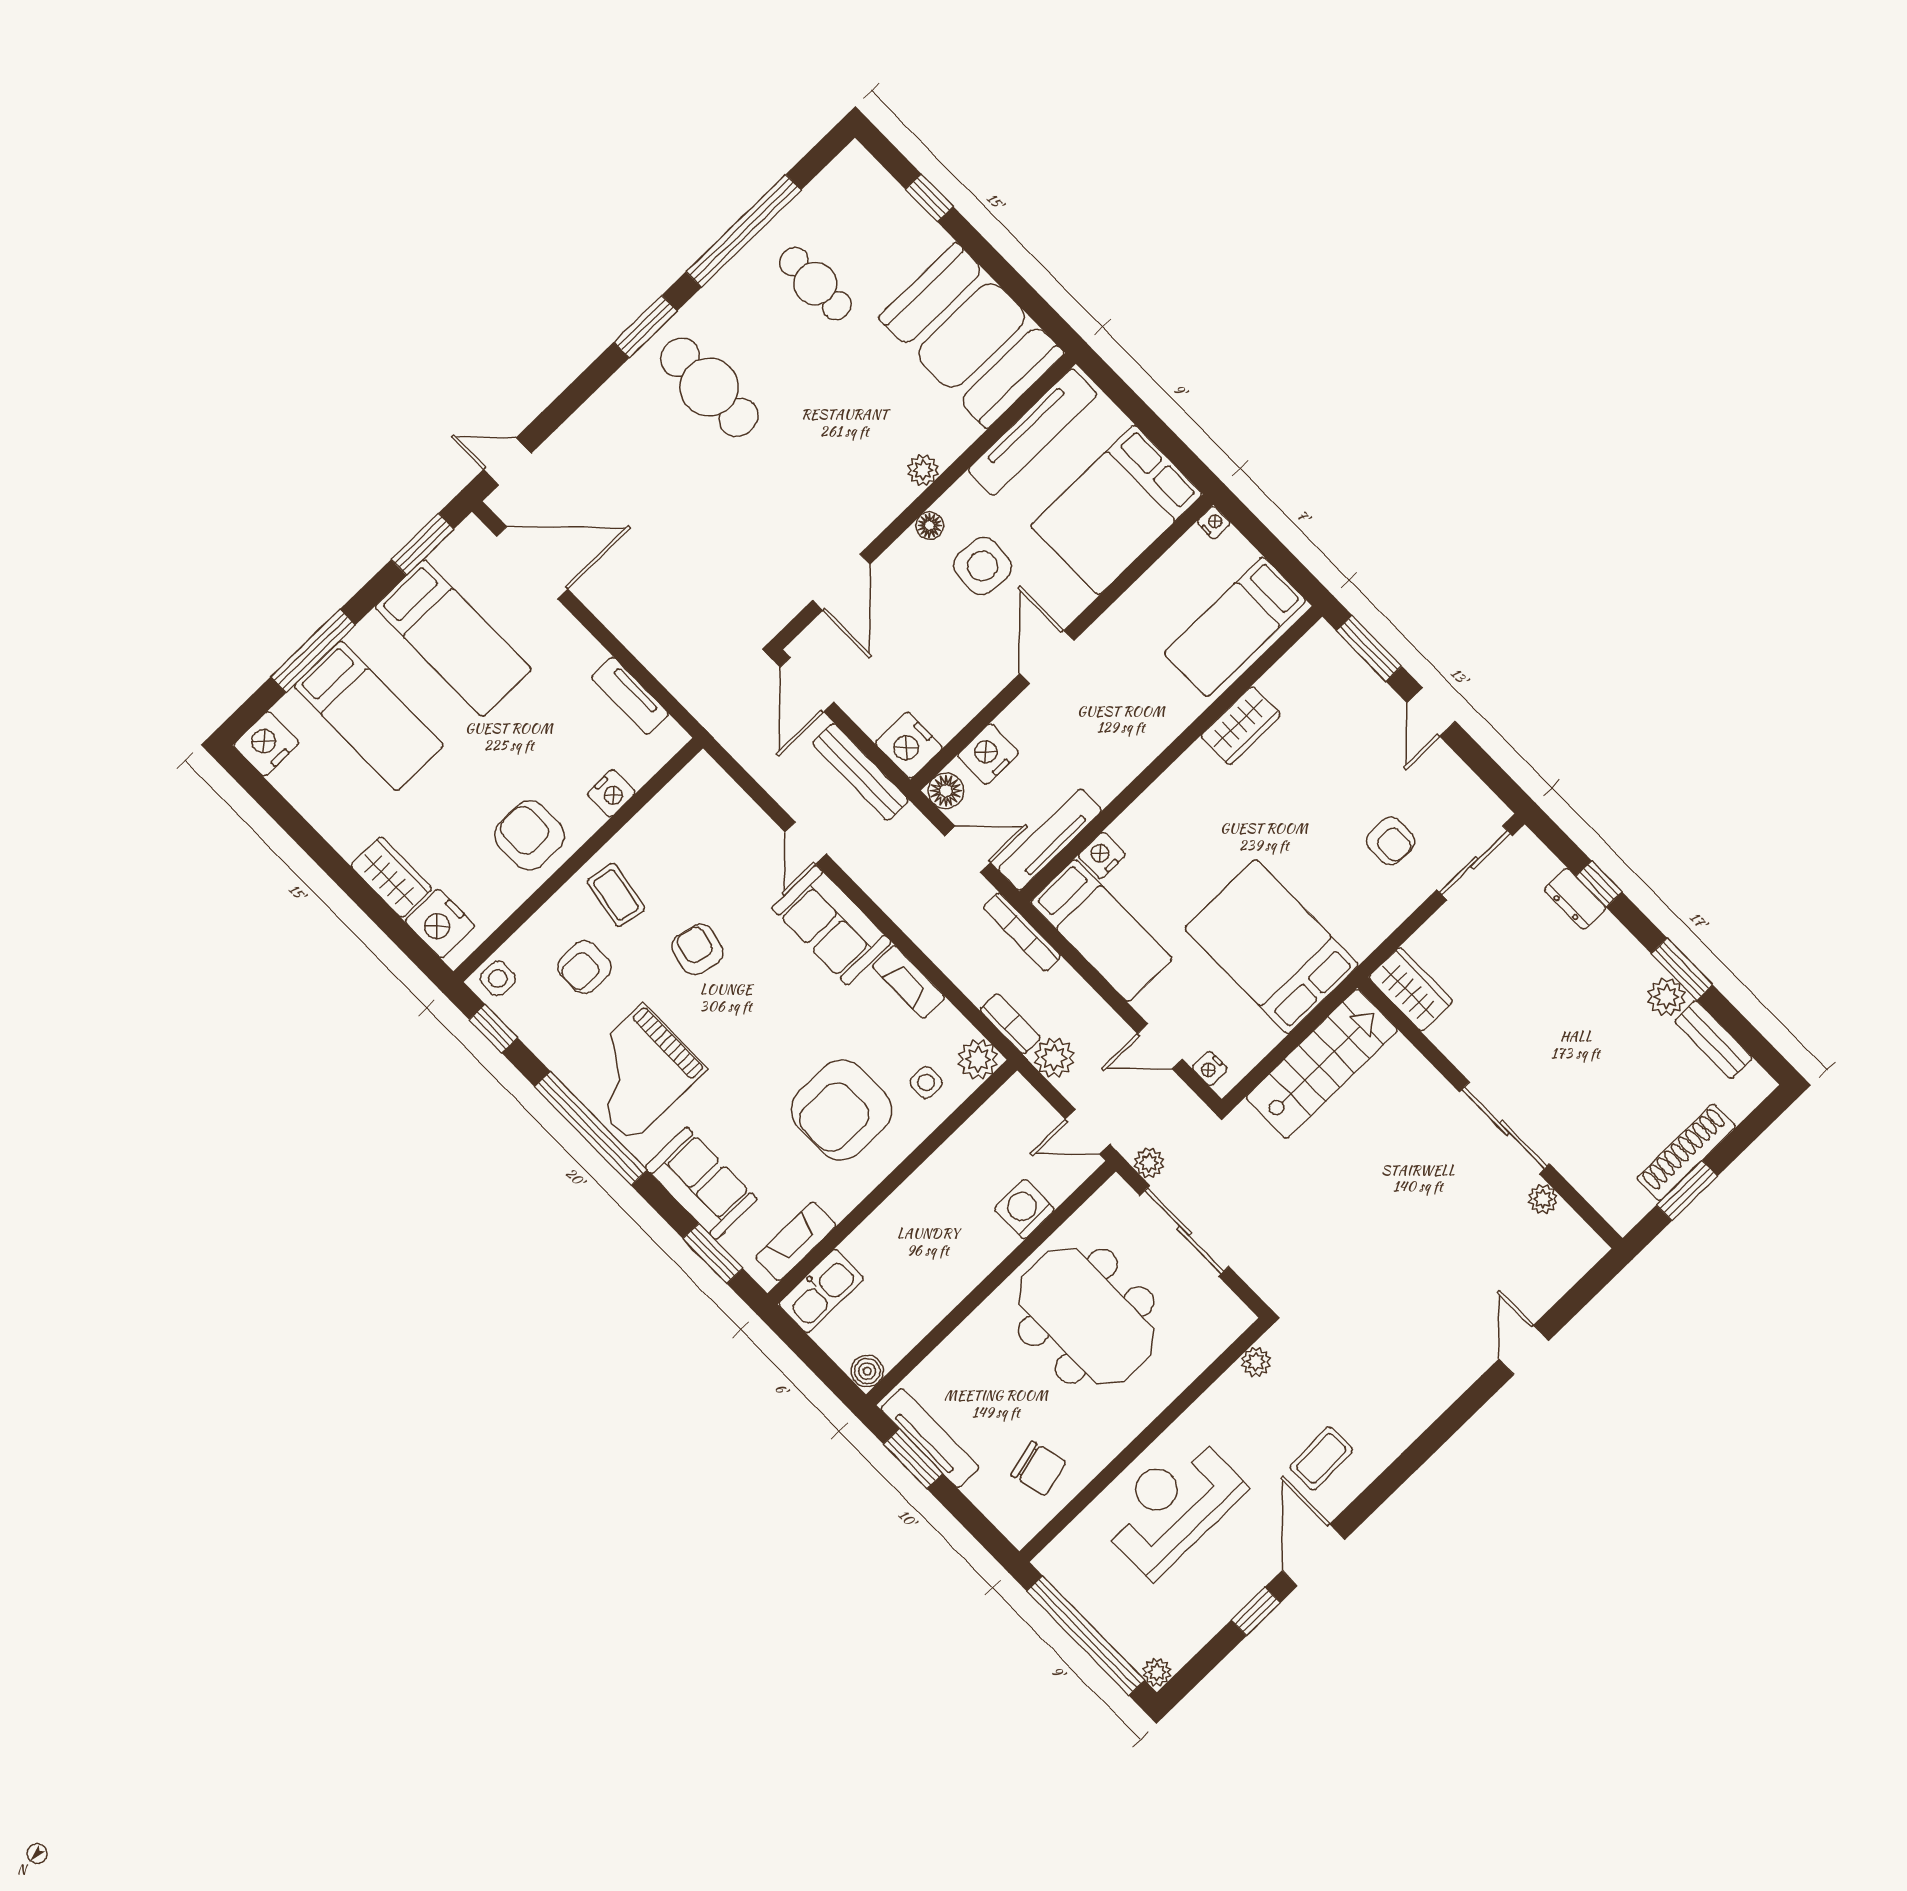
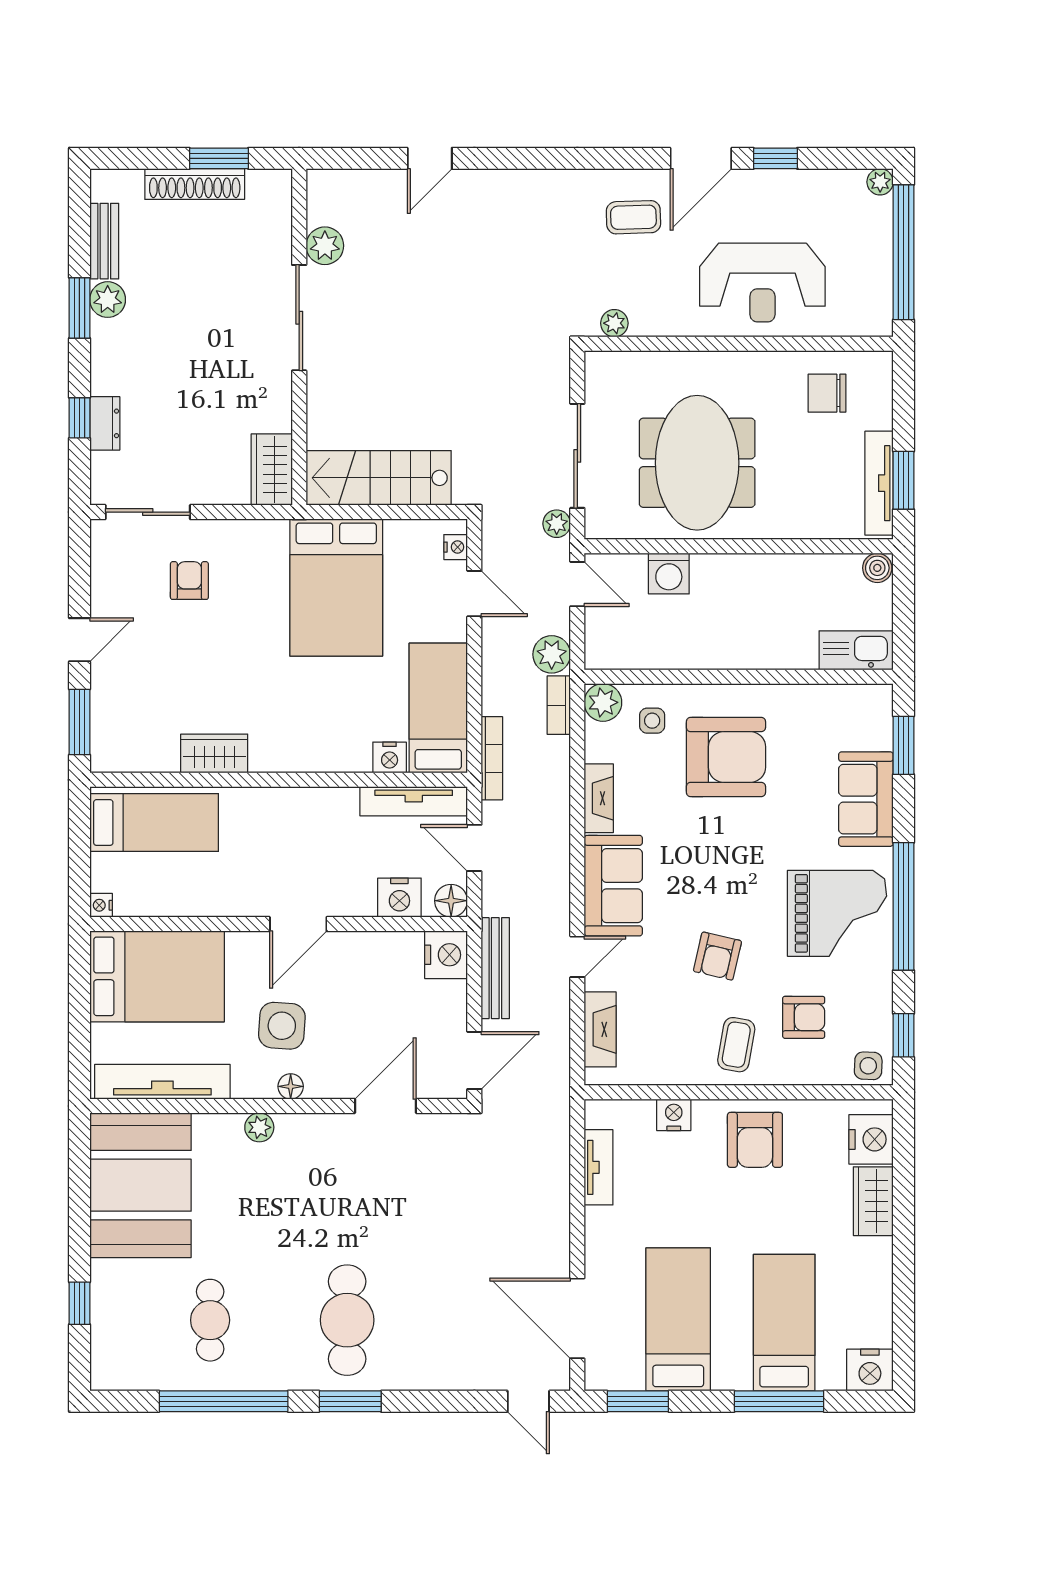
plant: (1543, 1199) -> (325, 246), width x1.38, depth x1.38
fireplace: (796, 1241) -> (600, 1029), moved, turned -90
chair: (1038, 1468) -> (827, 393), turned -76

